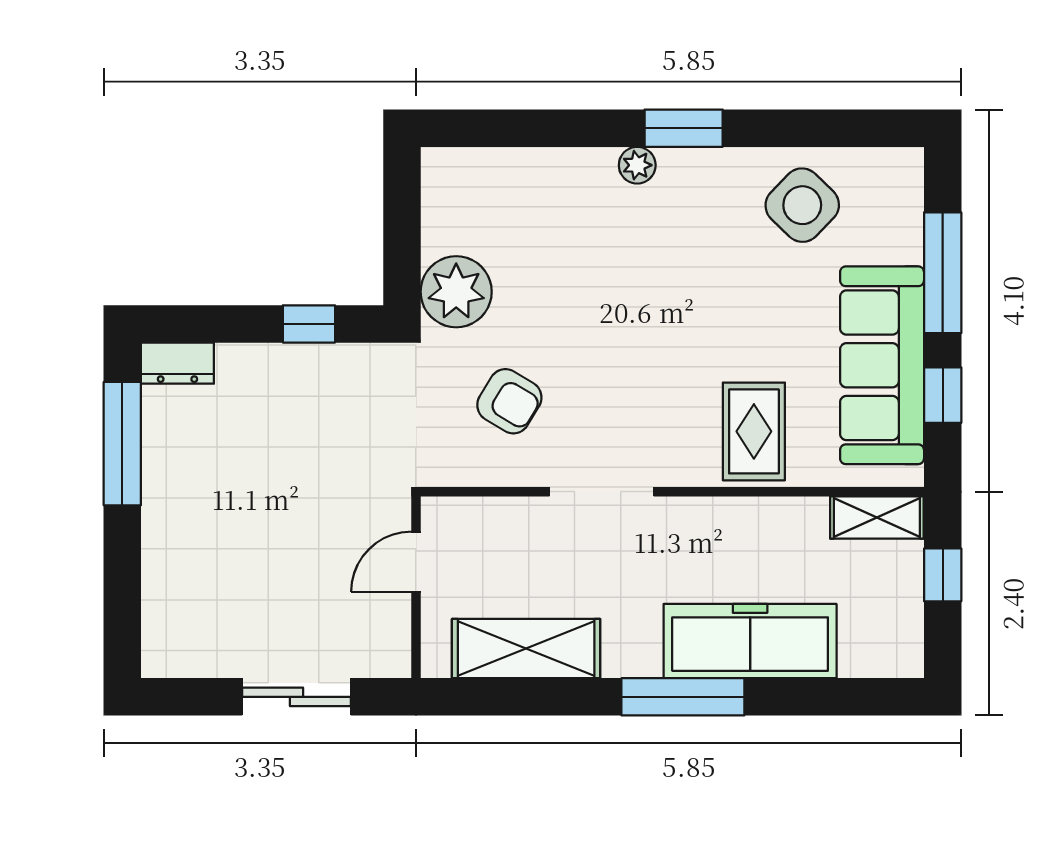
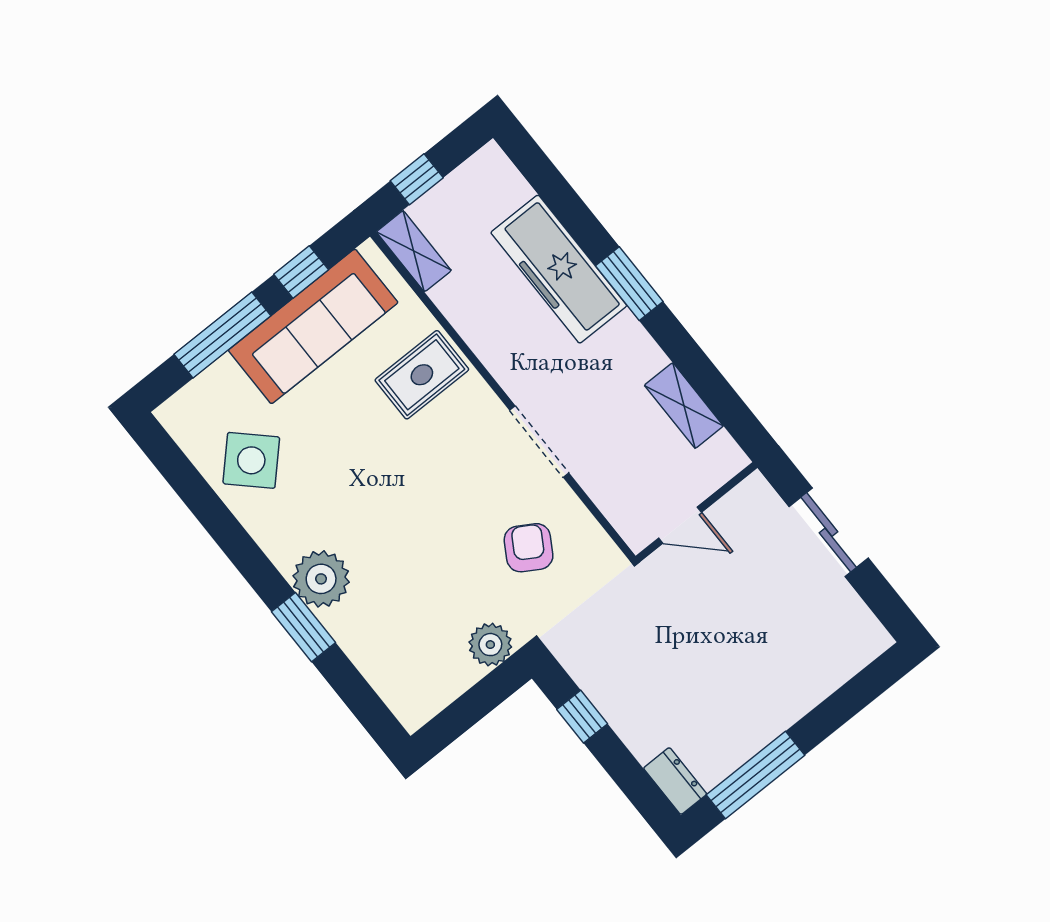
window: (684, 128) -> (304, 627), moved
plant: (637, 165) -> (321, 579), width x1.88, depth x1.88
plant: (456, 292) -> (490, 645), width x0.73, depth x0.73
shelving: (526, 649) -> (684, 406), width x0.67, depth x0.75
window: (683, 697) -> (629, 284), width x0.69

